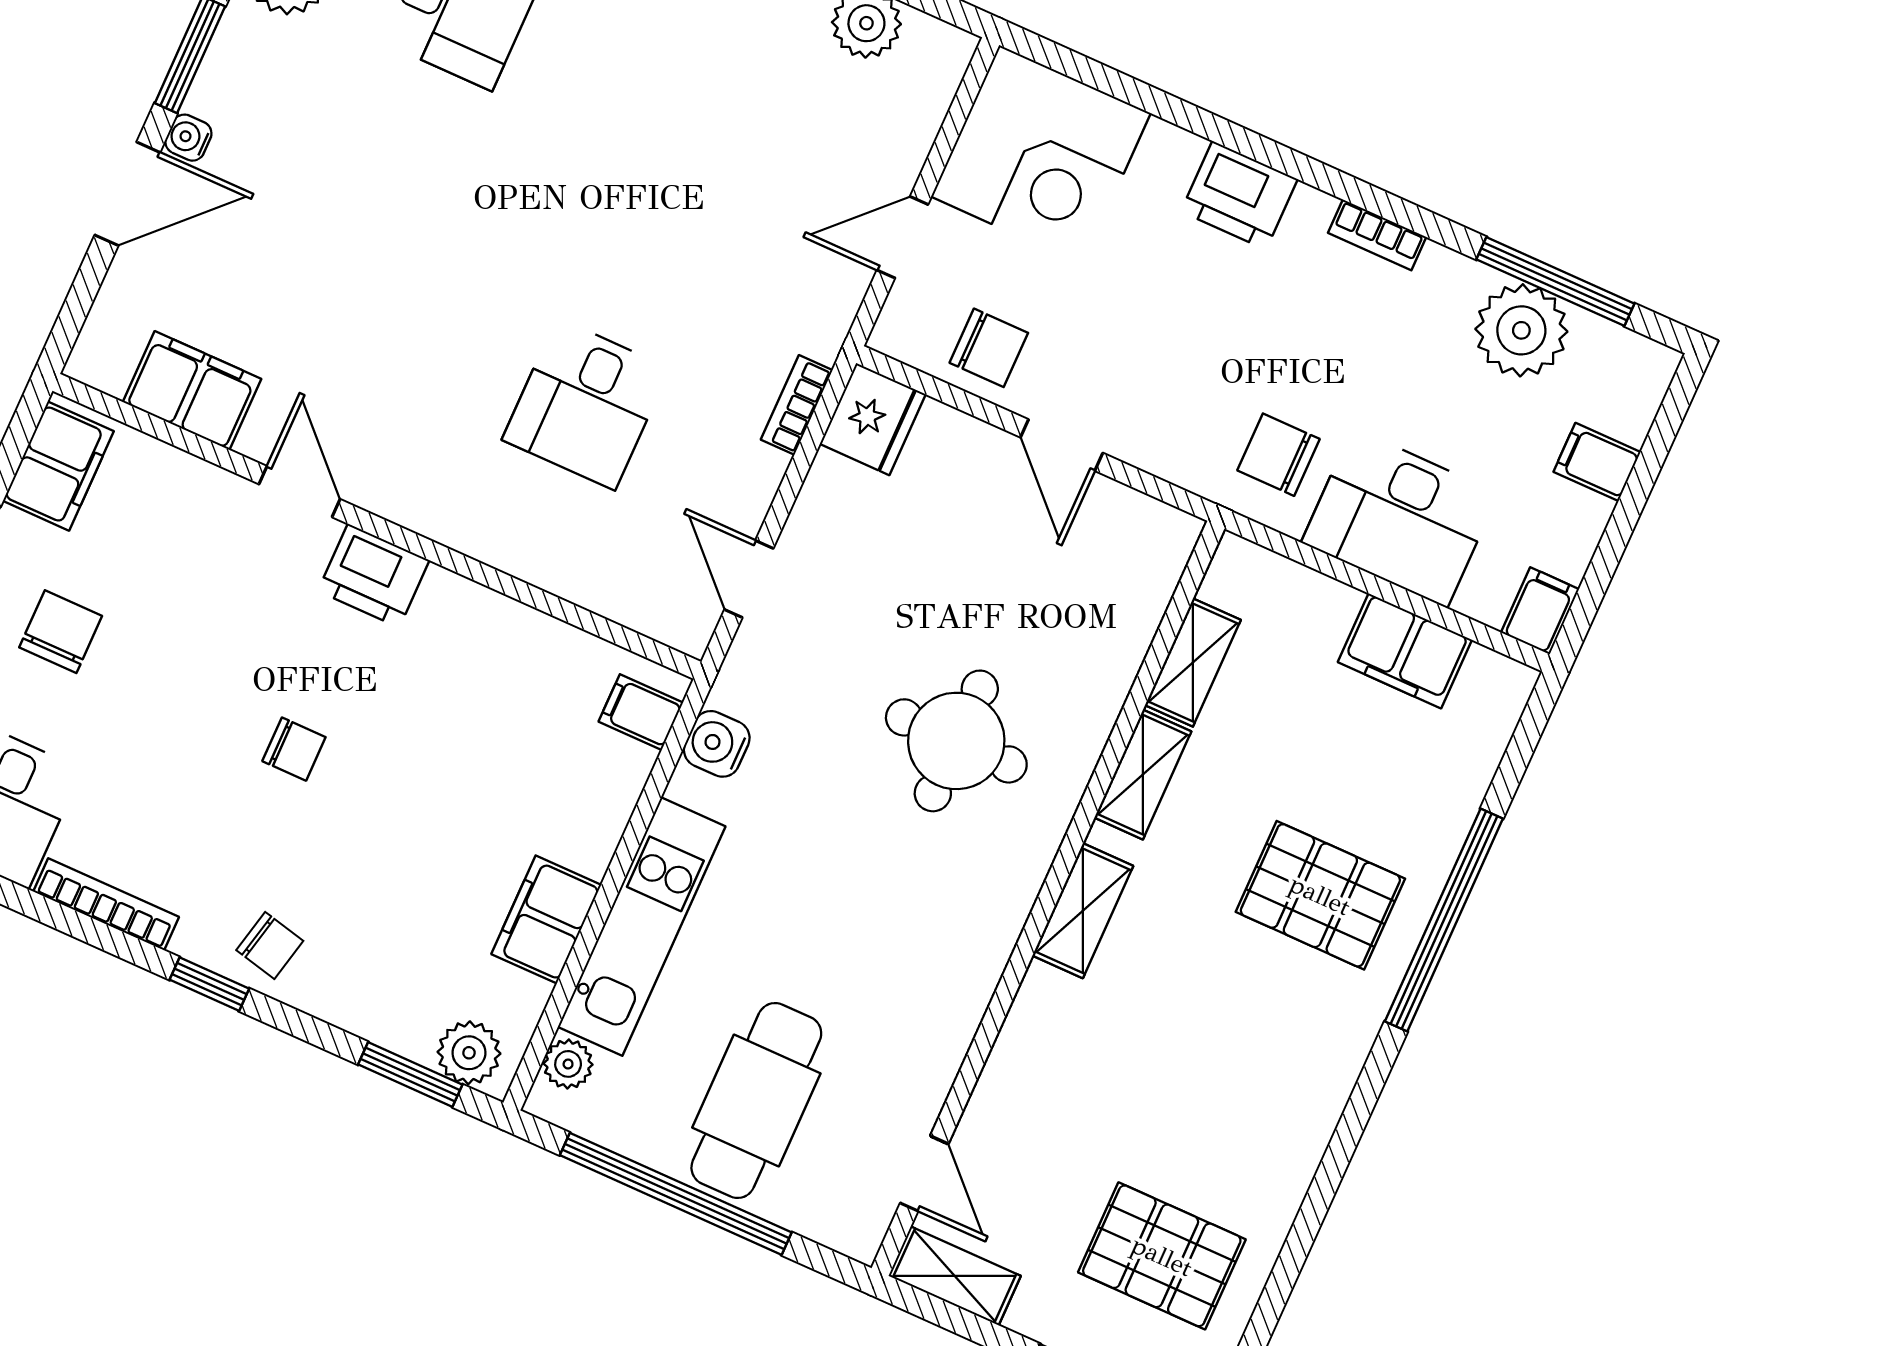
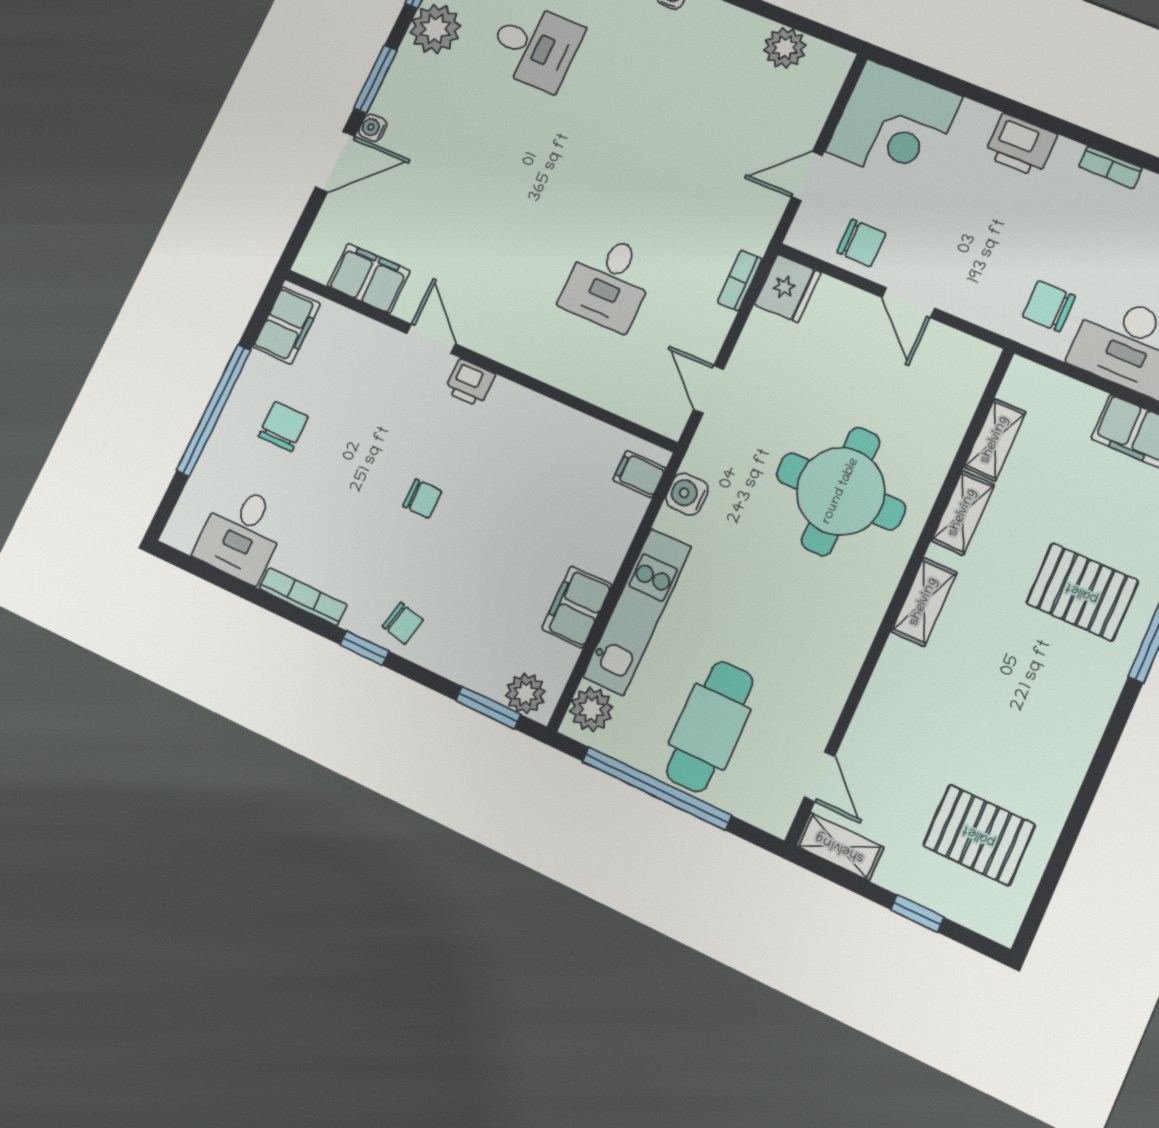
printer: (374, 576) -> (470, 383), width x0.73, depth x0.81
round table: (956, 741) -> (841, 491), width x1.36, depth x1.36
plant: (568, 1064) -> (591, 709), width x1.38, depth x1.38

